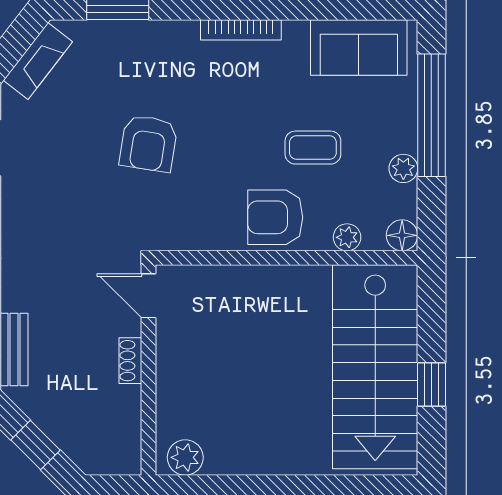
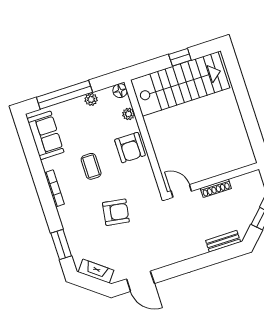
coffee table: (313, 148) -> (91, 166), moved
door: (148, 296) -> (181, 191), swing flipped
shoe rack: (130, 361) -> (216, 188), width x1.43
plant: (185, 457) -> (246, 153), removed

